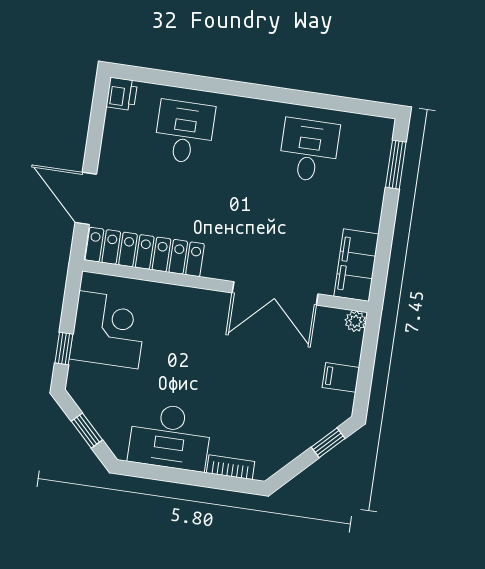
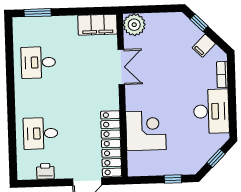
printer: (122, 94) -> (45, 171), moved
double door: (275, 293) -> (121, 67), width x0.73
plant: (355, 321) -> (134, 25), width x1.88, depth x1.88
corner desk: (109, 330) -> (146, 131), moved, turned 90
filing cabinet: (341, 377) -> (204, 46), moved, turned 45

